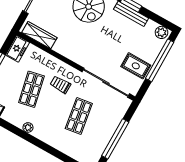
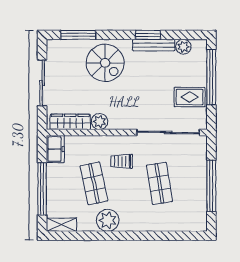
plant: (162, 32) -> (183, 47), moved
plant: (61, 47) -> (100, 121), added
plant: (28, 127) -> (108, 220), width x1.88, depth x1.88

